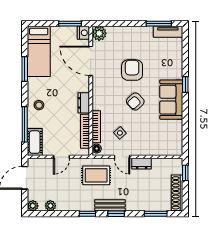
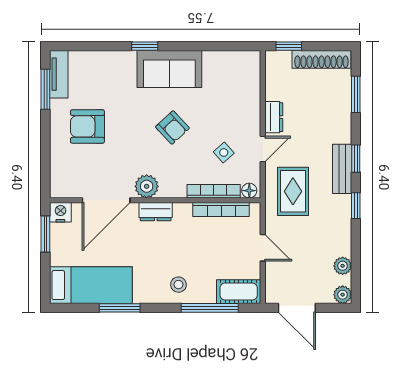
plant: (99, 33) -> (147, 186), moved
armchair: (132, 70) -> (87, 126), moved
dresser: (84, 103) -> (156, 212), moved

